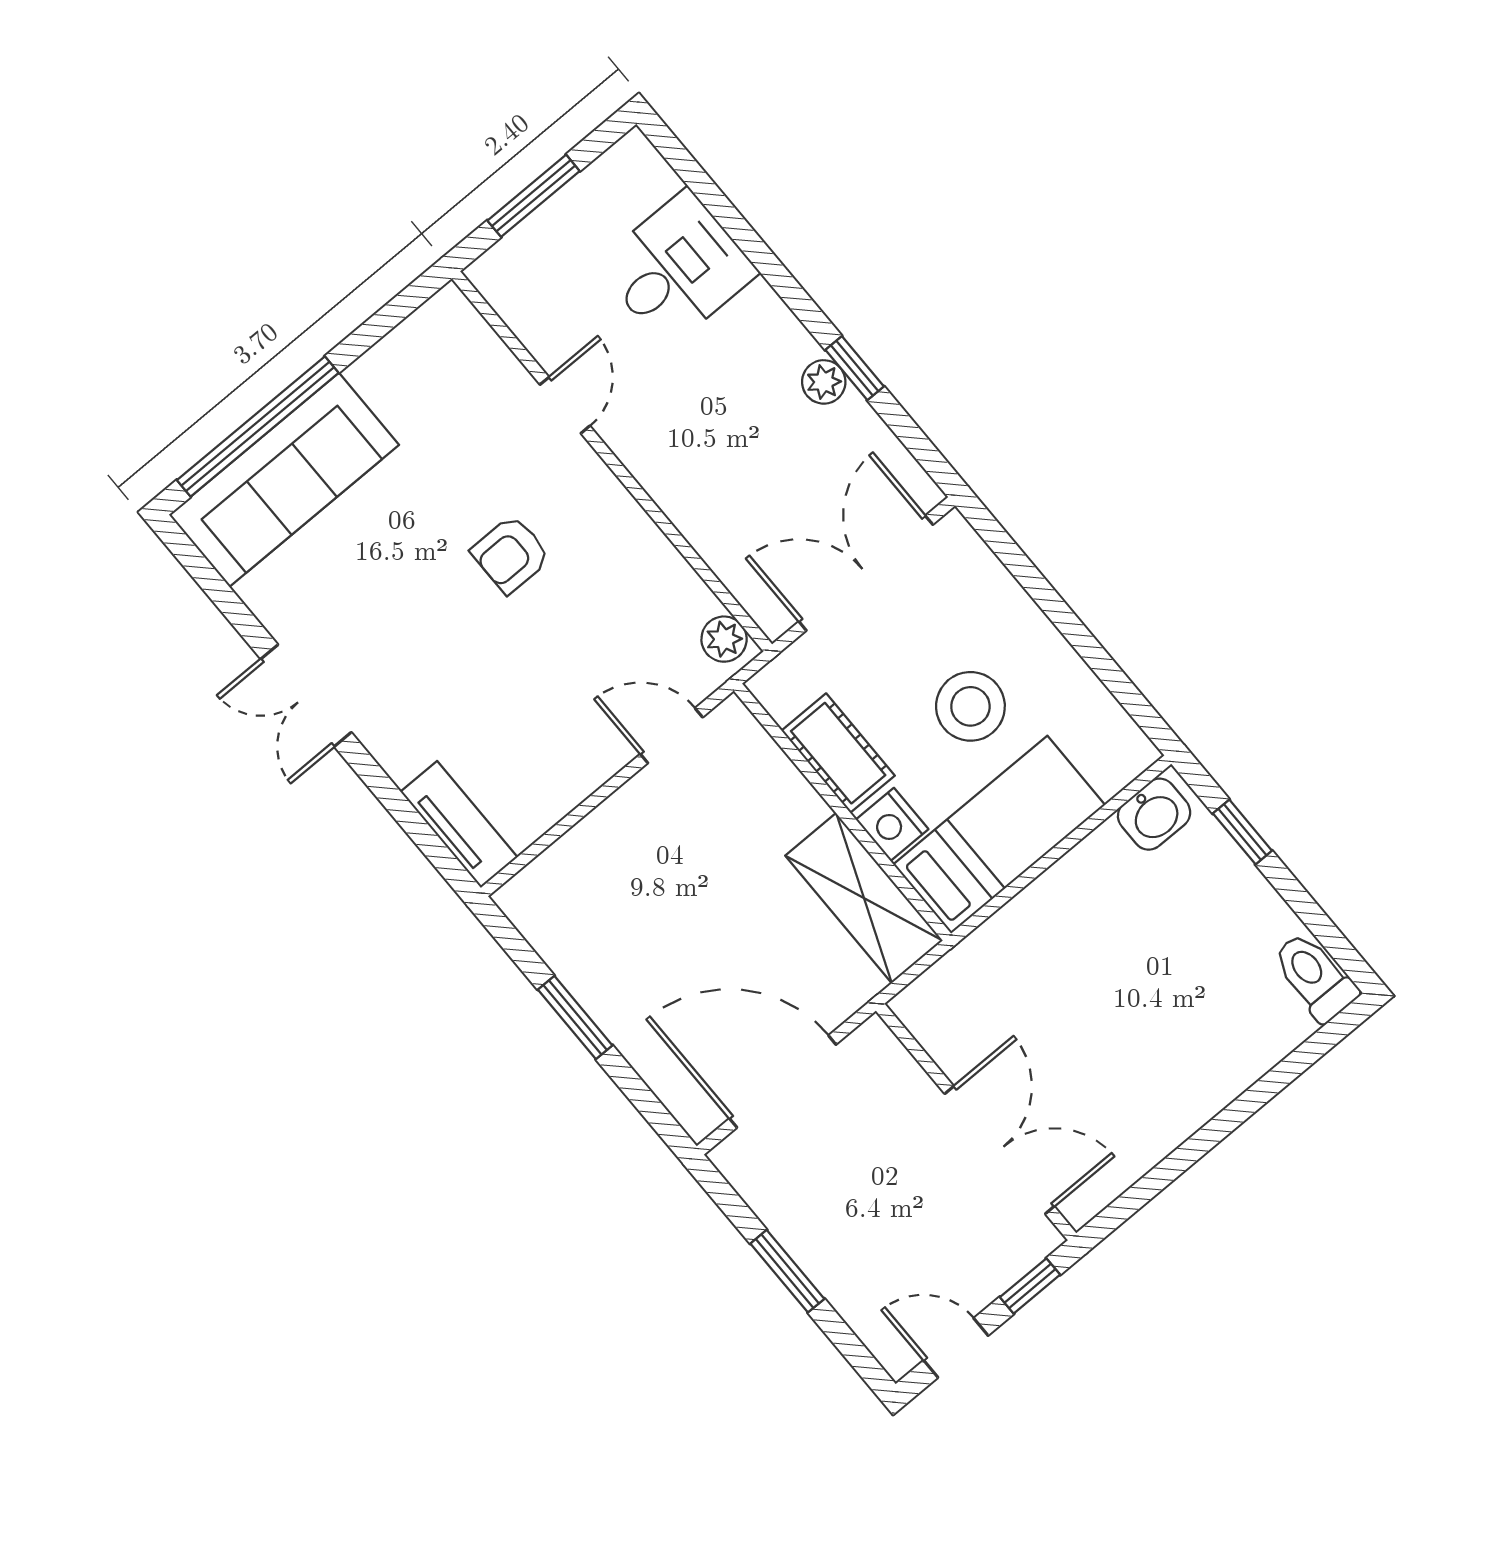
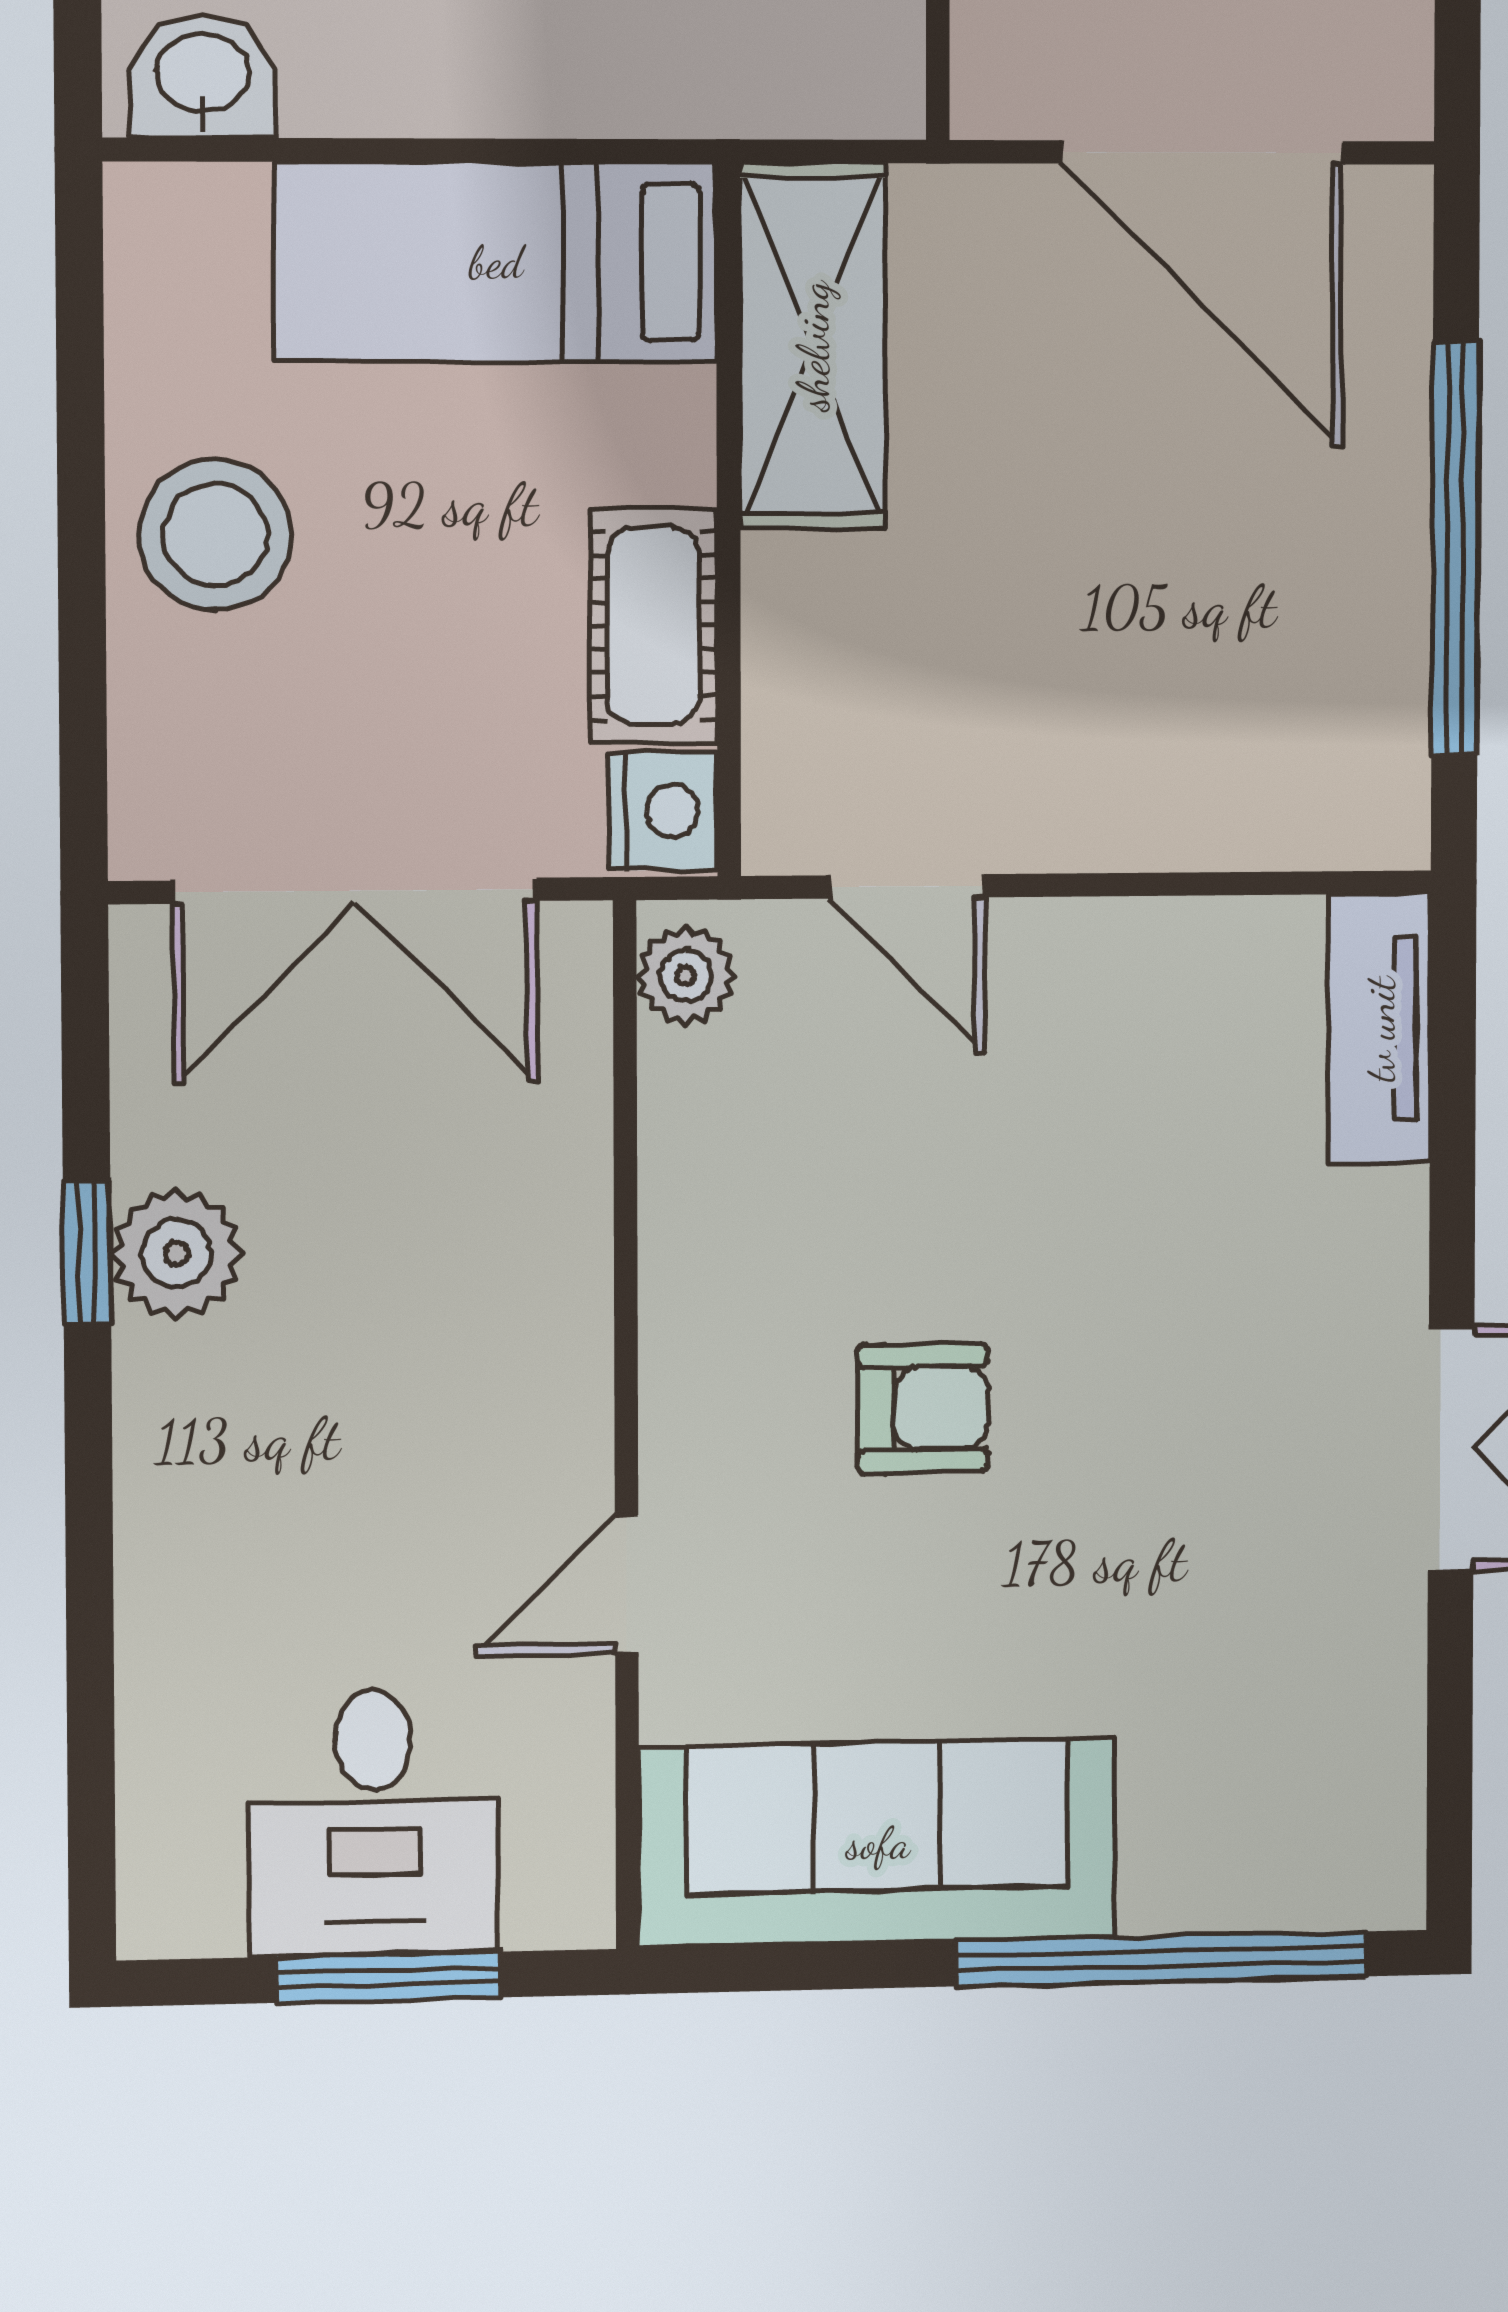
desk: (677, 269) -> (373, 1822), moved, turned -90
plant: (824, 382) -> (176, 1253), width x1.38, depth x1.38
sofa: (284, 480) -> (878, 1843), moved
stool: (970, 706) -> (215, 535), moved
nightstand: (892, 824) -> (663, 811), moved
window: (575, 1017) -> (1455, 549), width x2.11

